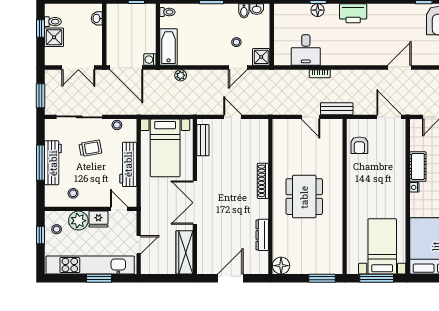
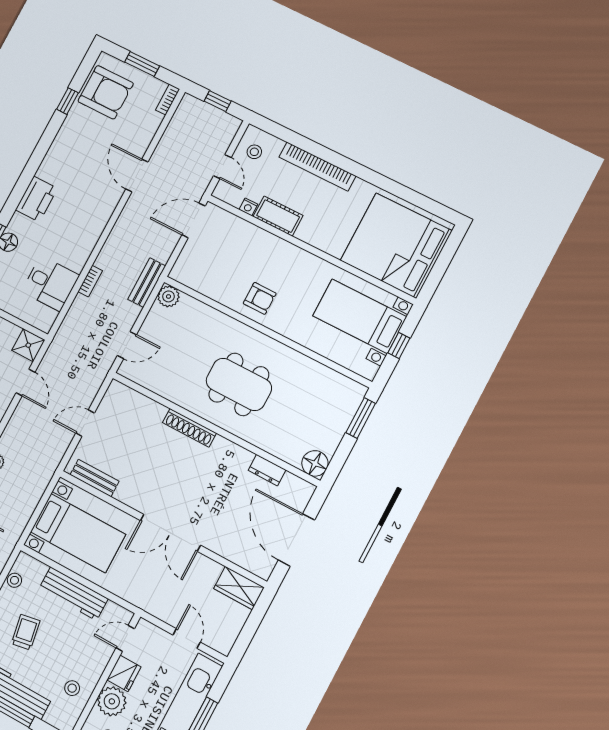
door: (310, 117) -> (127, 345), moved
plant: (335, 126) -> (168, 296), added
armchair: (359, 145) -> (260, 298), moved
nightstand: (414, 187) -> (248, 207), moved
dresser: (262, 235) -> (267, 470), width x0.70
wardrobe: (184, 252) -> (239, 588), width x0.67
door: (230, 278) -> (296, 540), width x1.36
window: (377, 278) -> (399, 345), width x0.46

